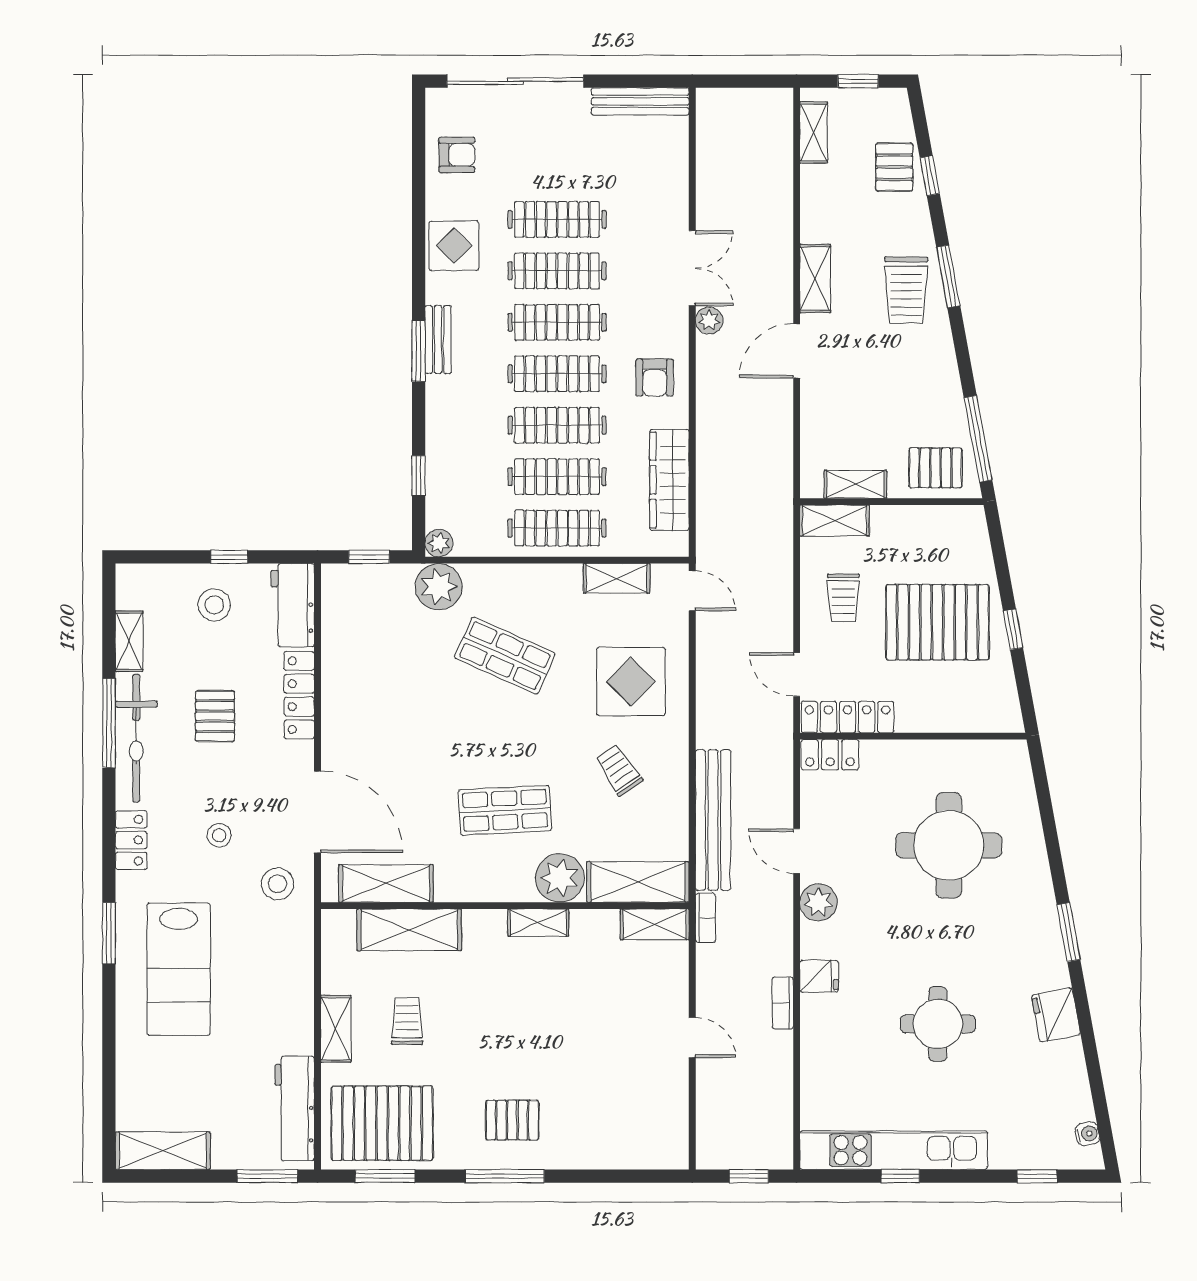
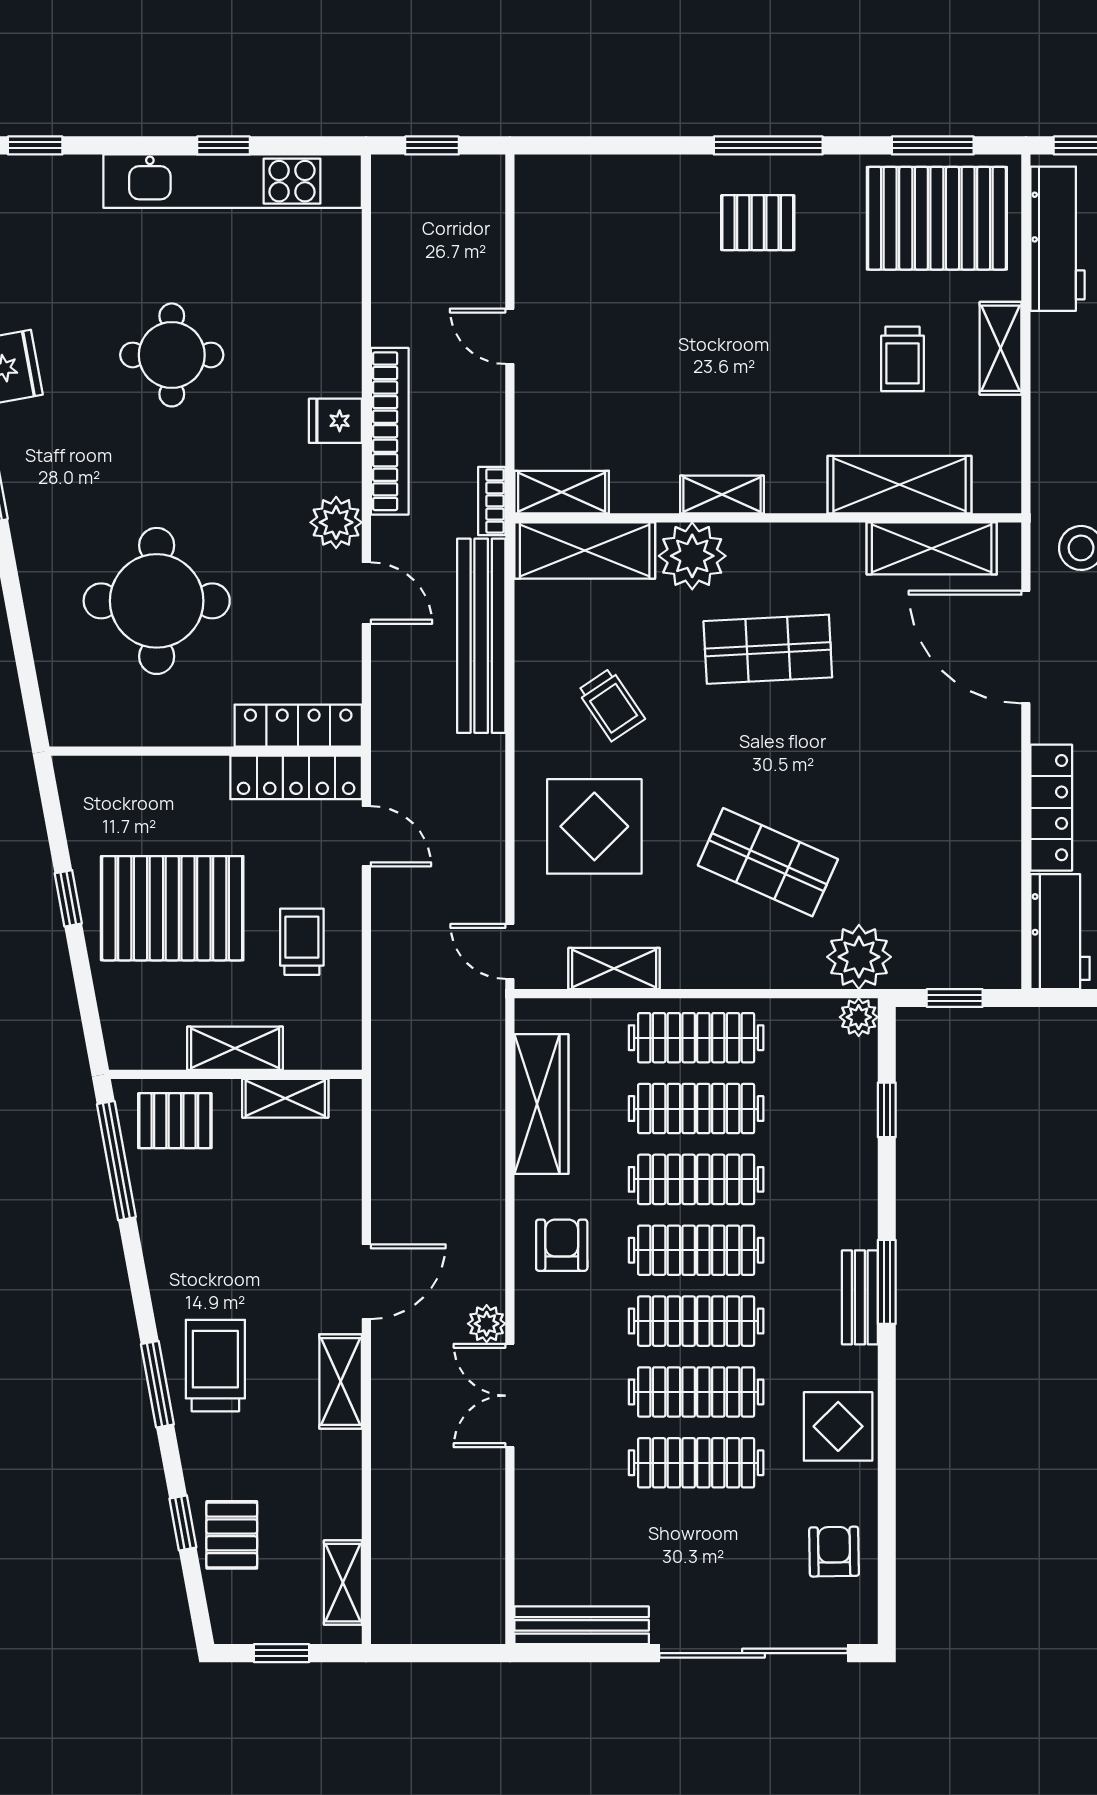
armchair: (457, 155) -> (834, 1552), turned 89
shelving: (835, 520) -> (235, 1048), moved
locker: (830, 755) -> (298, 726), width x1.53
bookcase: (783, 1003) -> (390, 431), width x2.31, depth x1.31

